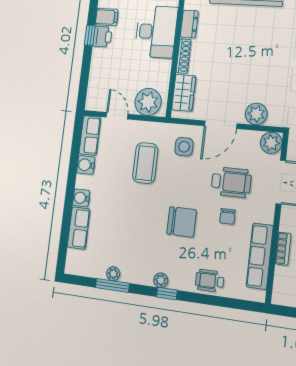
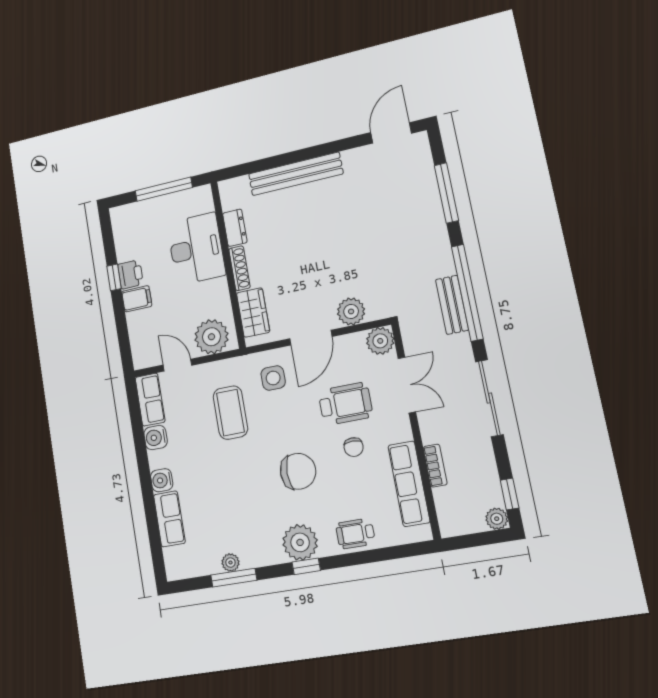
filing cabinet: (107, 17) -> (137, 299), moved
plant: (161, 280) -> (300, 542), width x1.87, depth x1.87

